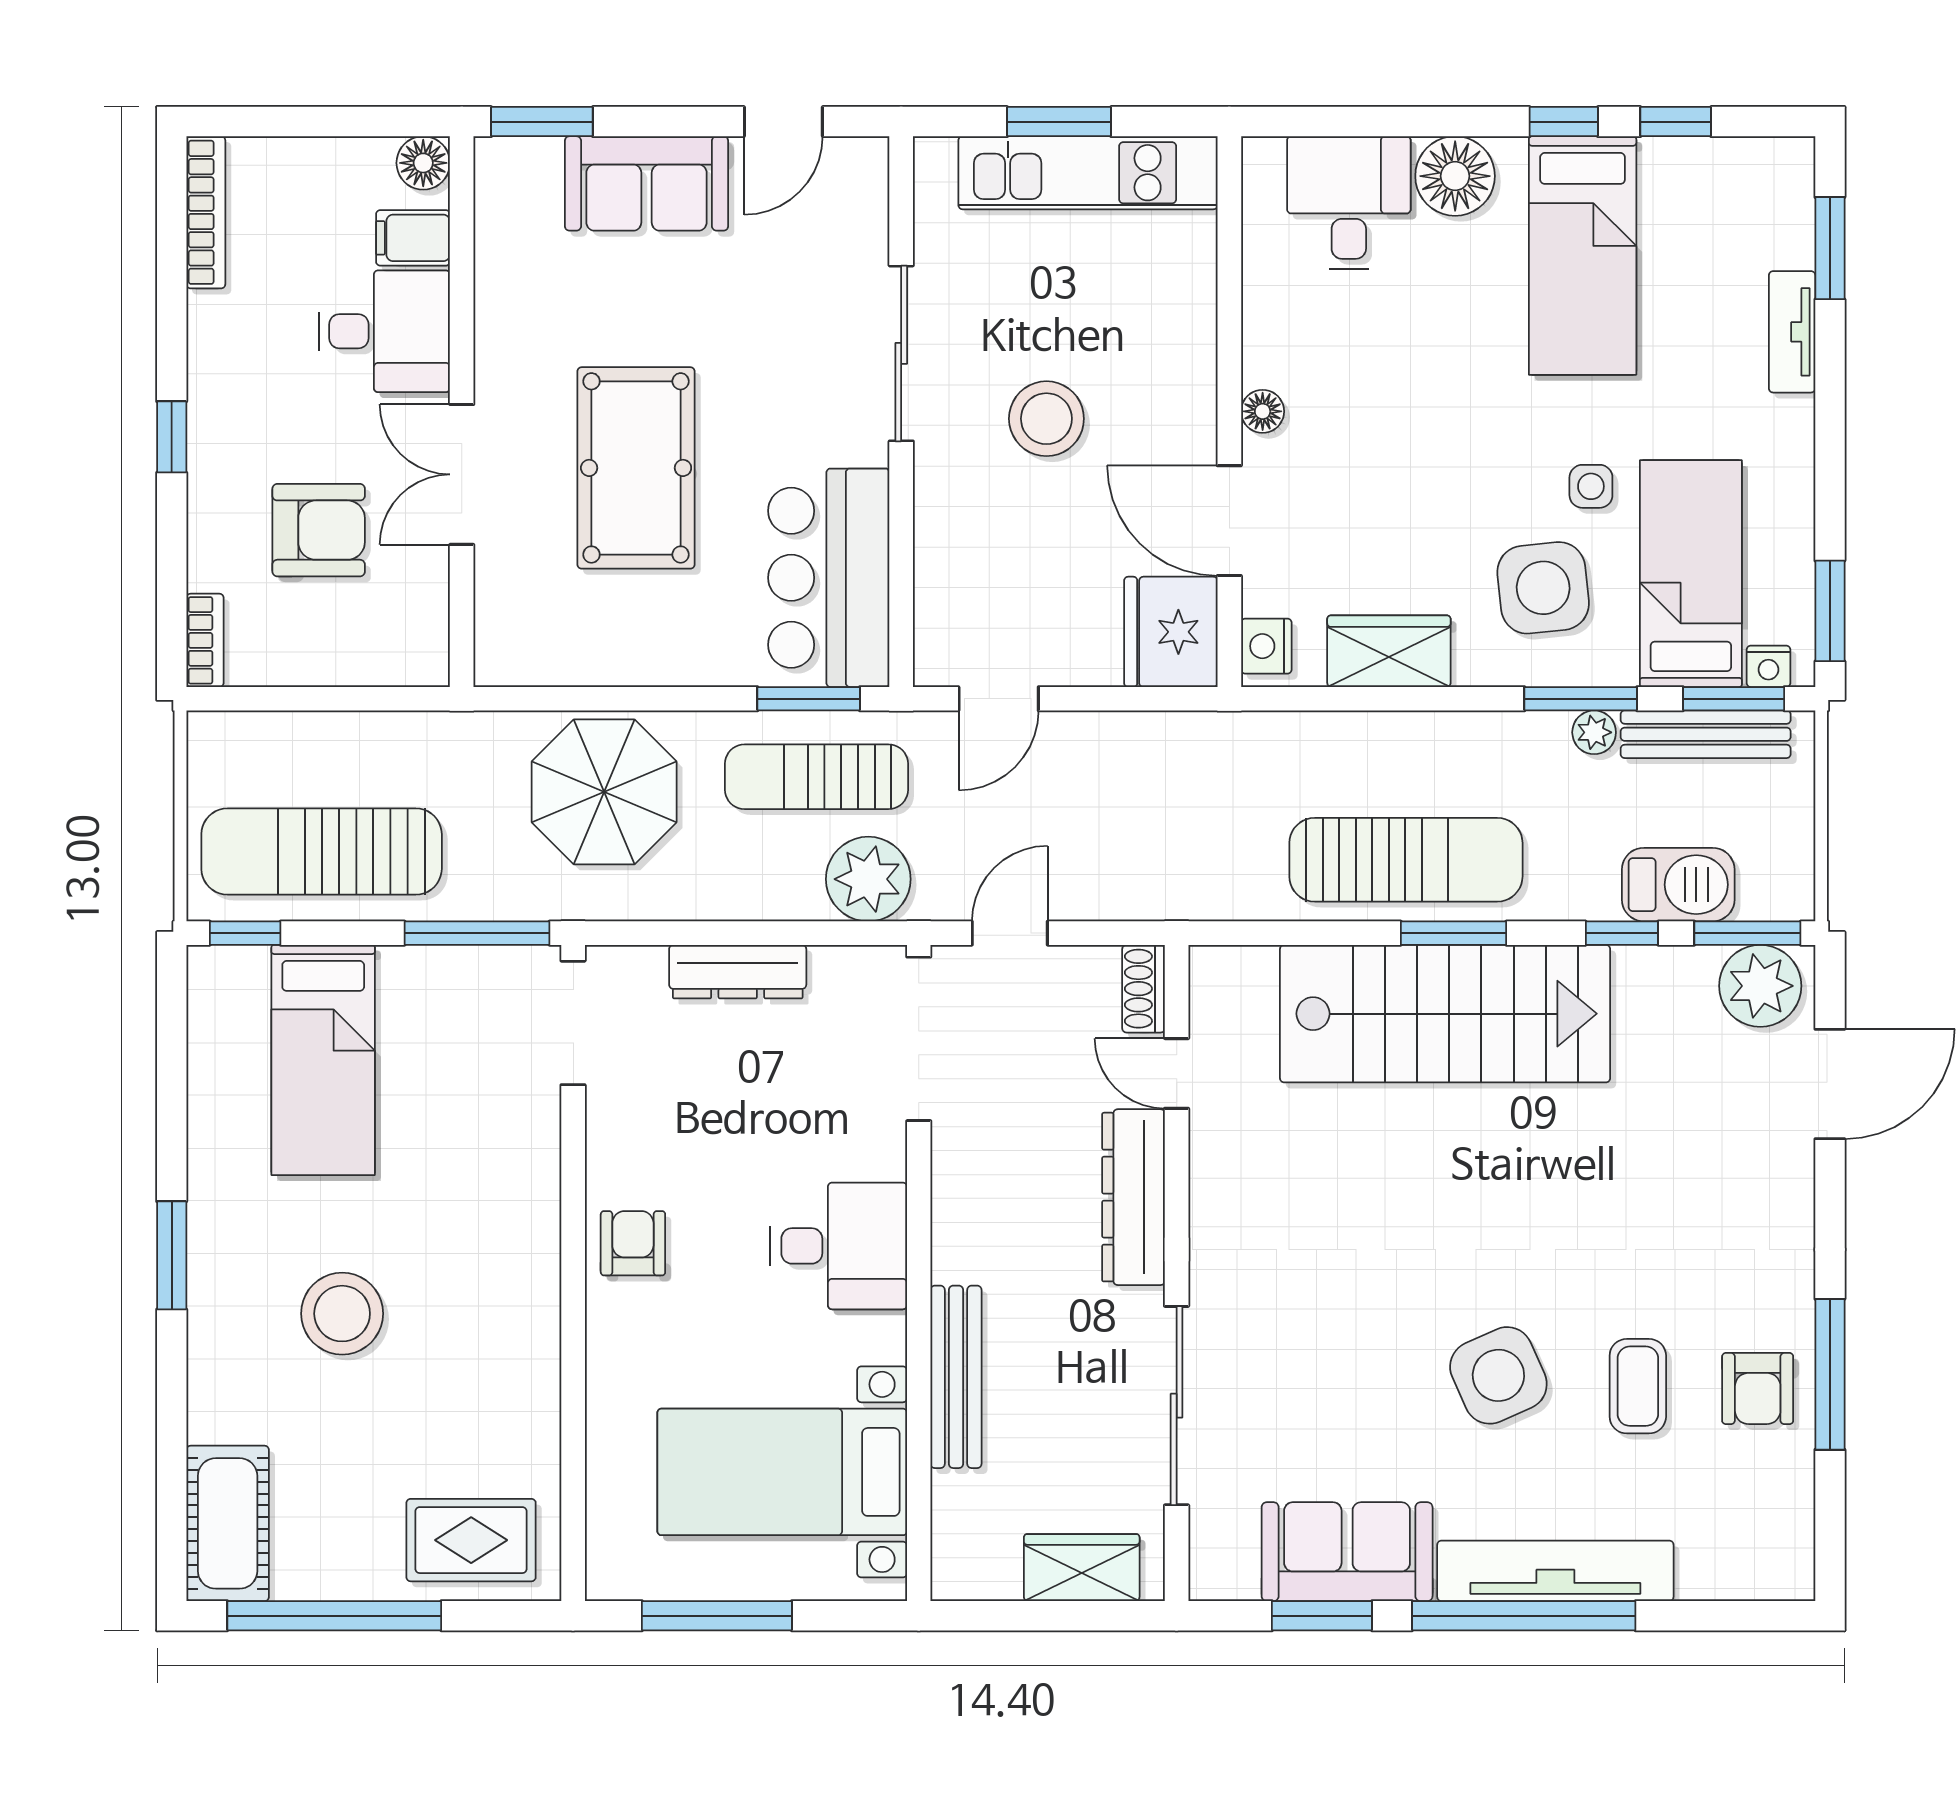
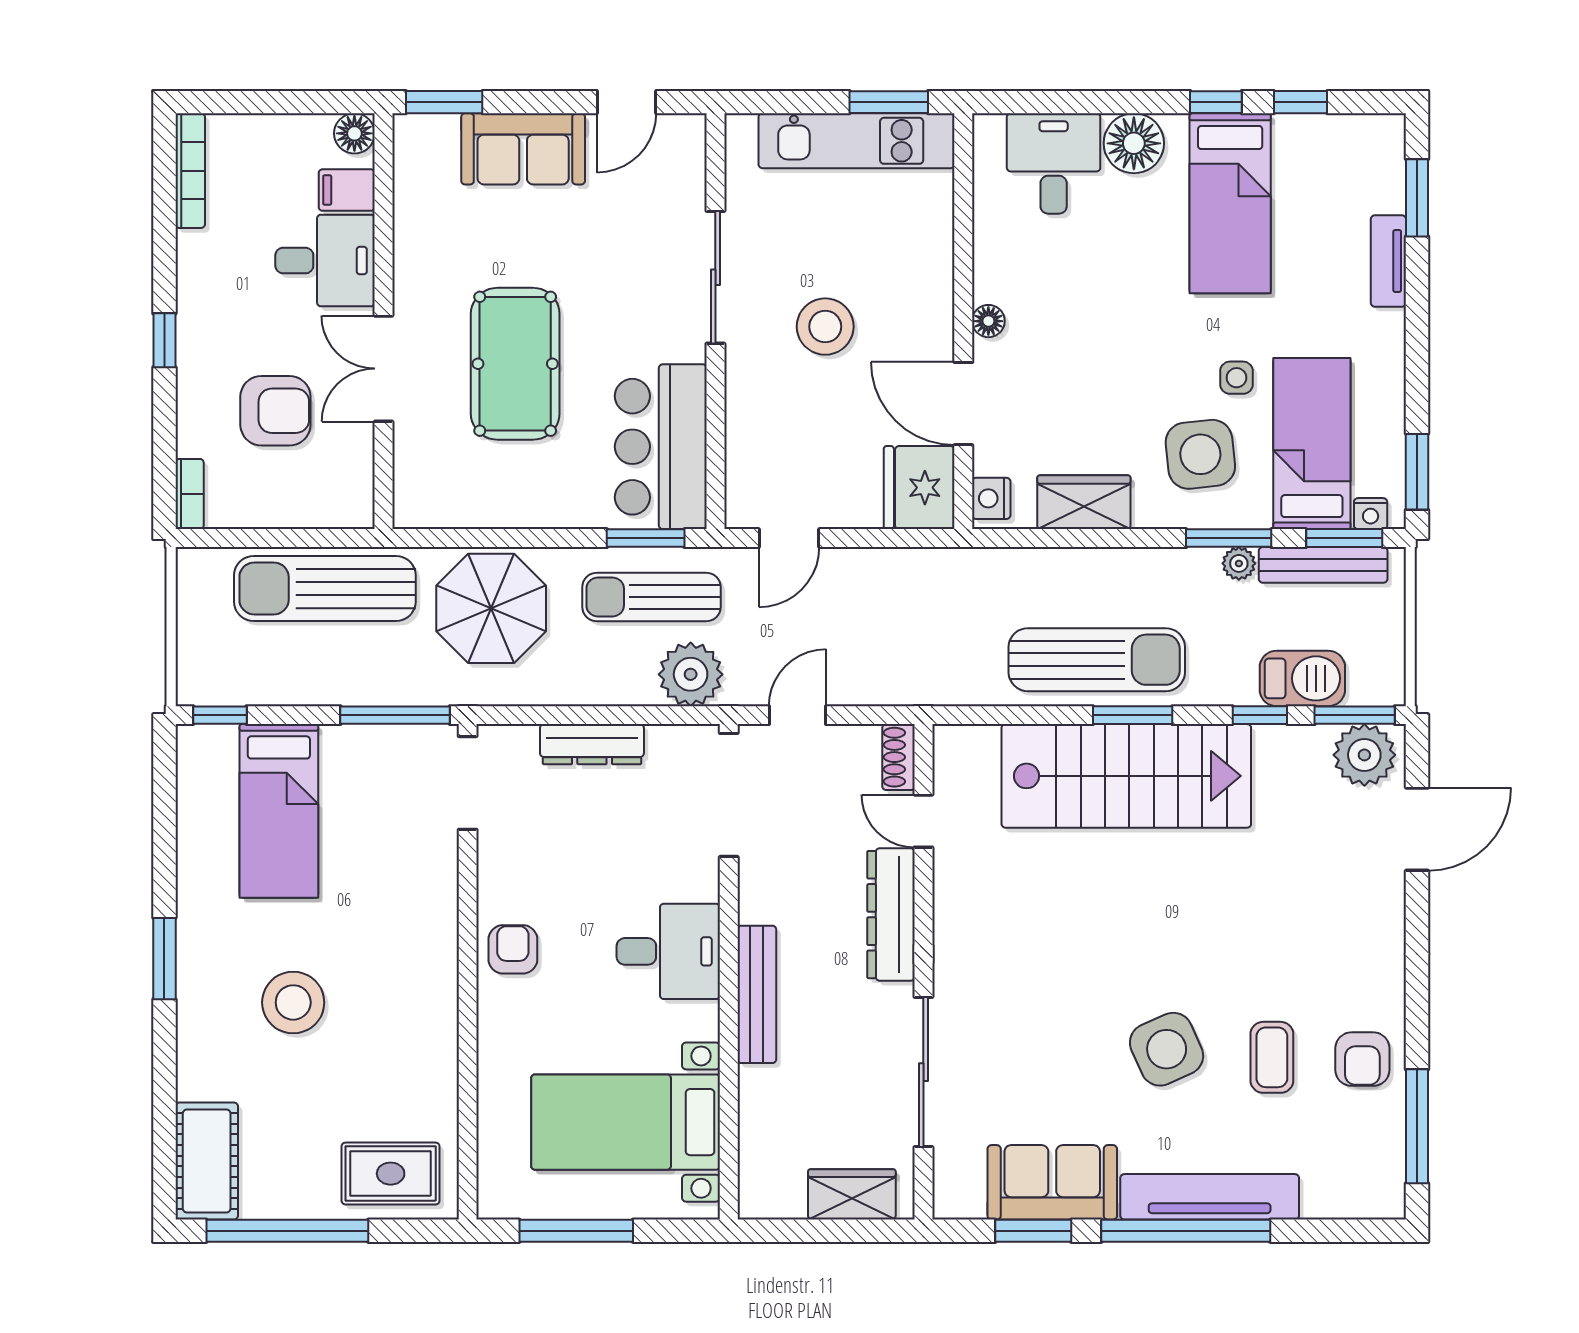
window: (1059, 122) -> (889, 102), moved
sun lounger: (322, 852) -> (325, 588), moved
window: (1830, 1374) -> (1417, 1126), moved
bench: (956, 1377) -> (757, 994), moved

